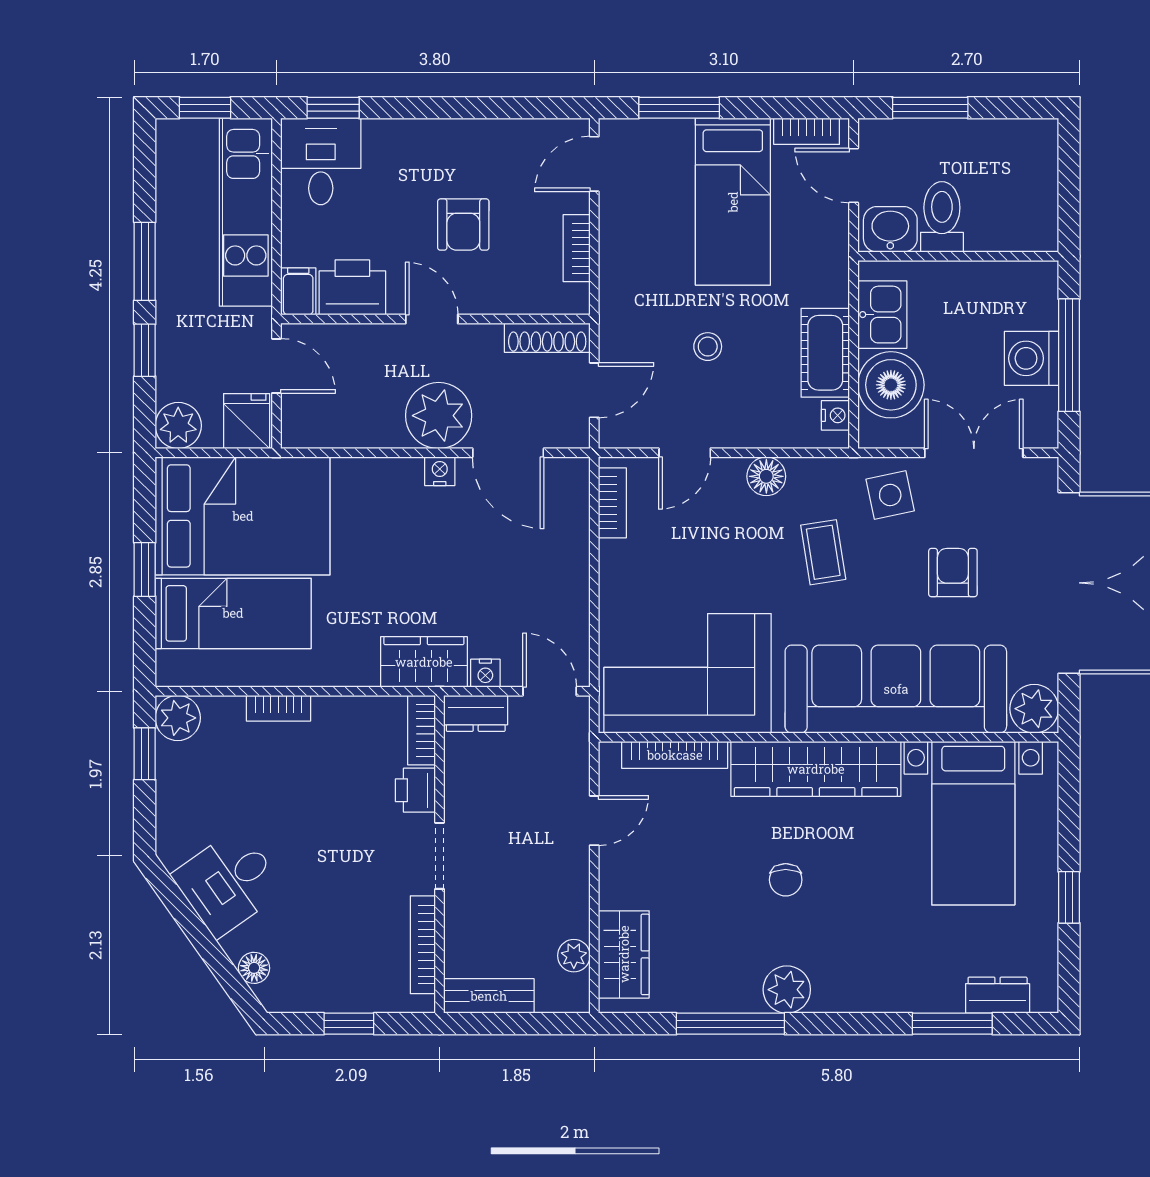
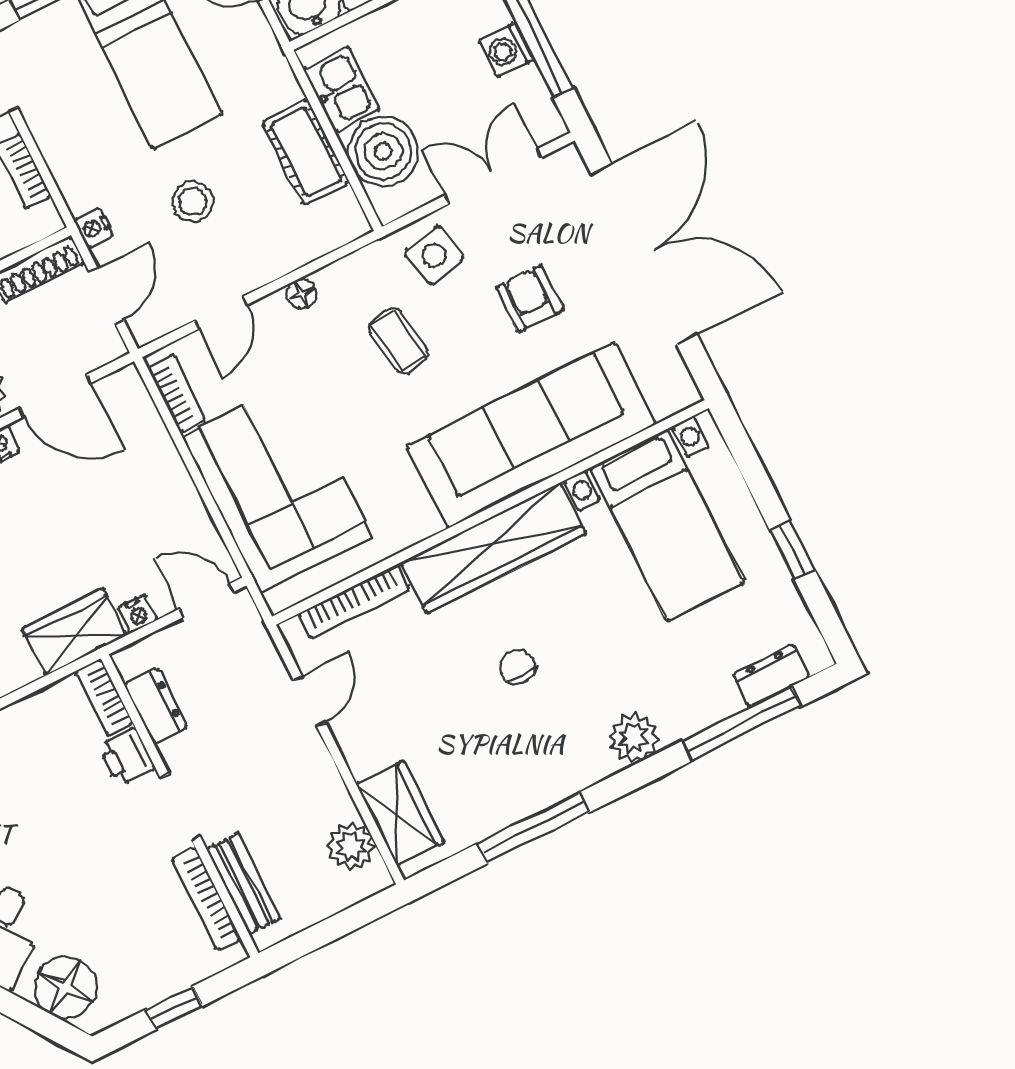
stool: (708, 347) -> (193, 202), width x1.37, depth x1.37
washing machine: (1031, 358) -> (506, 50), width x0.73, depth x0.73
nightstand: (835, 415) -> (94, 228), moved, turned 180
floor lamp: (766, 476) -> (302, 294), width x0.73, depth x0.73
corner sofa: (688, 673) -> (277, 487), moved, turned 90
plant: (1034, 709) -> (671, 389), removed
dresser: (476, 713) -> (156, 706), moved, turned -90
chair: (786, 880) -> (517, 667), turned 180
plant: (574, 956) -> (351, 846), width x1.38, depth x1.38
floor lamp: (254, 968) -> (65, 987), width x1.89, depth x1.89
plant: (787, 990) -> (634, 738), moved
bench: (489, 996) -> (244, 883), moved, turned 90
window: (952, 1024) -> (742, 724), width x1.44

